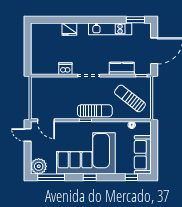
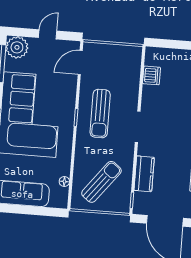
dishwasher: (65, 69) -> (151, 75), moved
sun lounger: (95, 111) -> (100, 114), moved
door: (28, 135) -> (48, 34), moved

